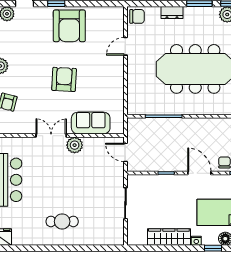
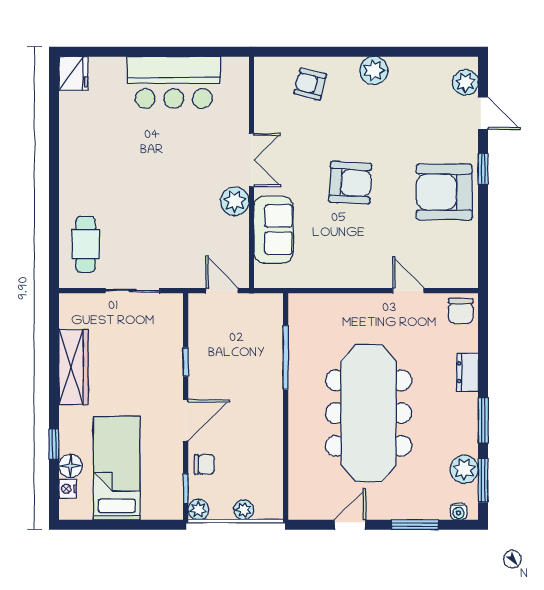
door: (125, 152) -> (222, 291), hinge flipped
cafe table: (62, 221) -> (86, 244), moved
nightstand: (196, 241) -> (67, 415), removed

